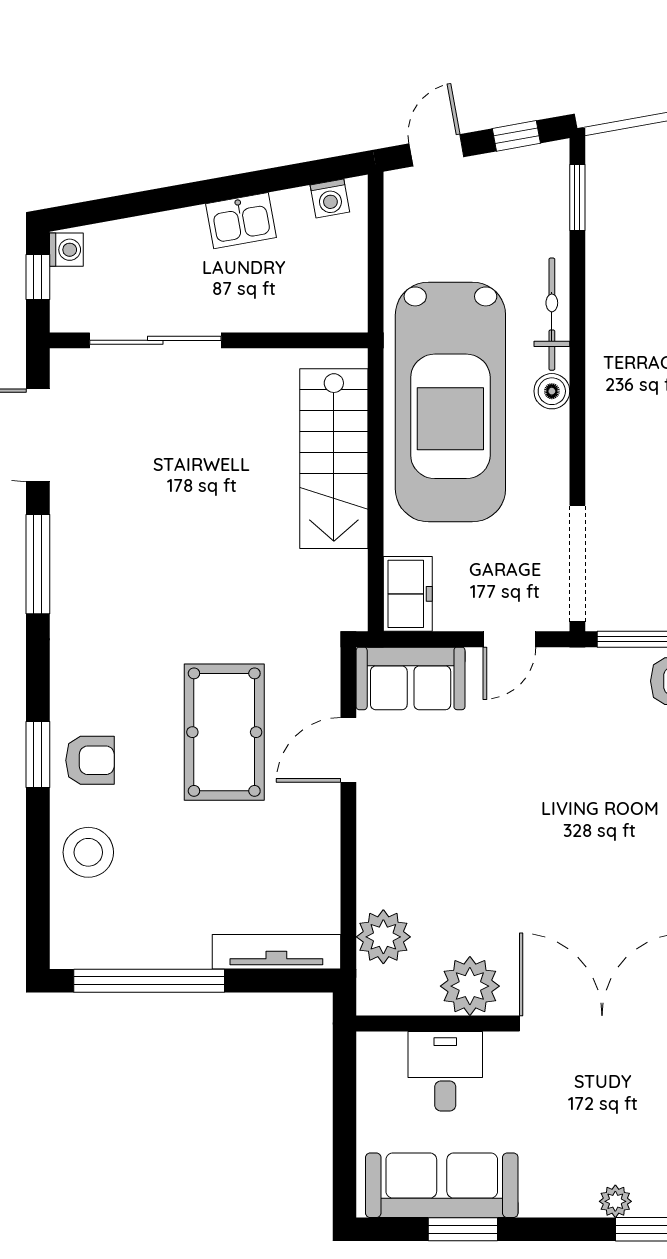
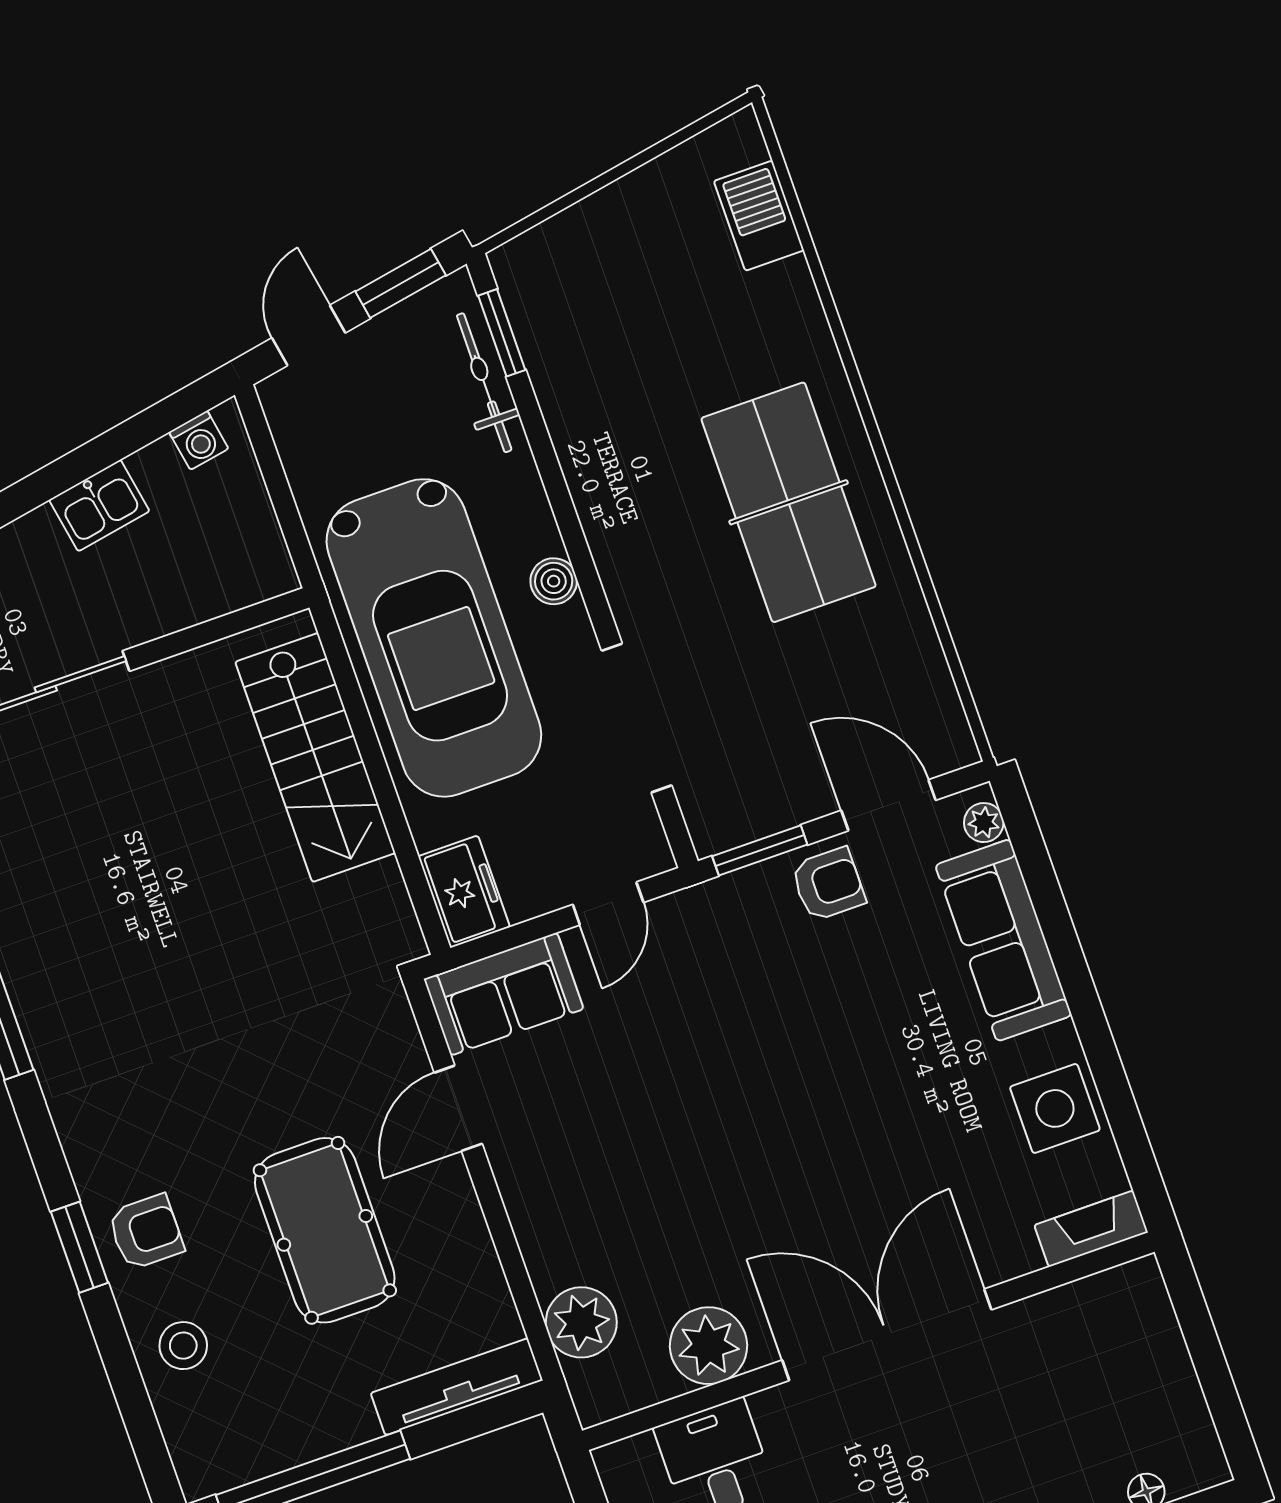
window: (516, 136) -> (401, 283), width x1.50
bicycle: (552, 314) -> (484, 383), moved
doorway: (577, 563) -> (637, 718), moved
pool table: (224, 732) -> (325, 1230), moved
stool: (88, 852) -> (183, 1346), width x0.73, depth x0.73

